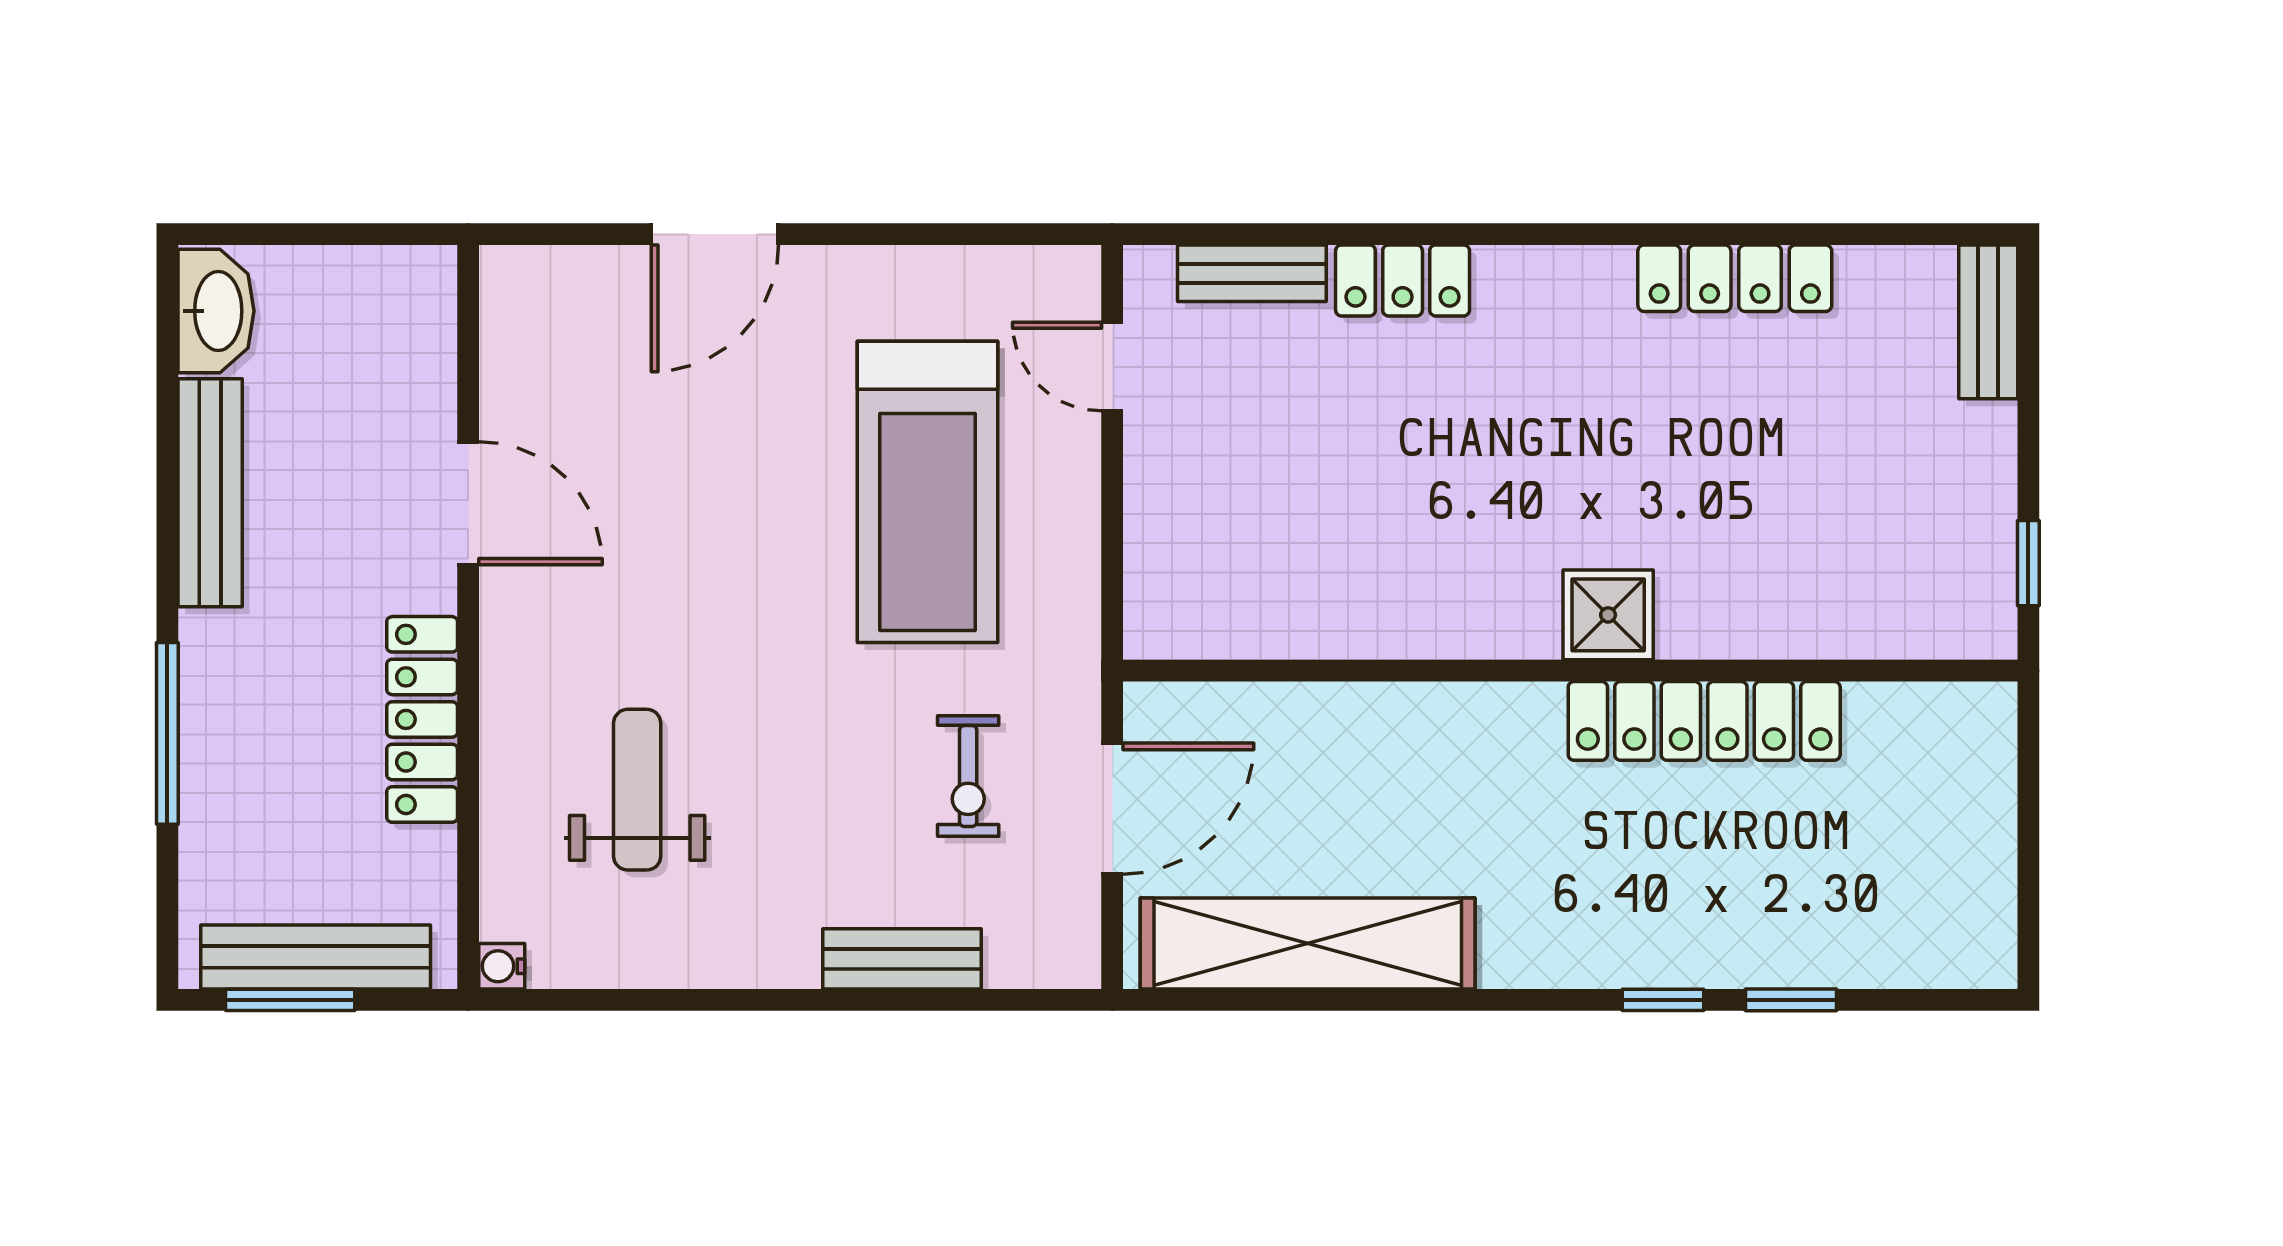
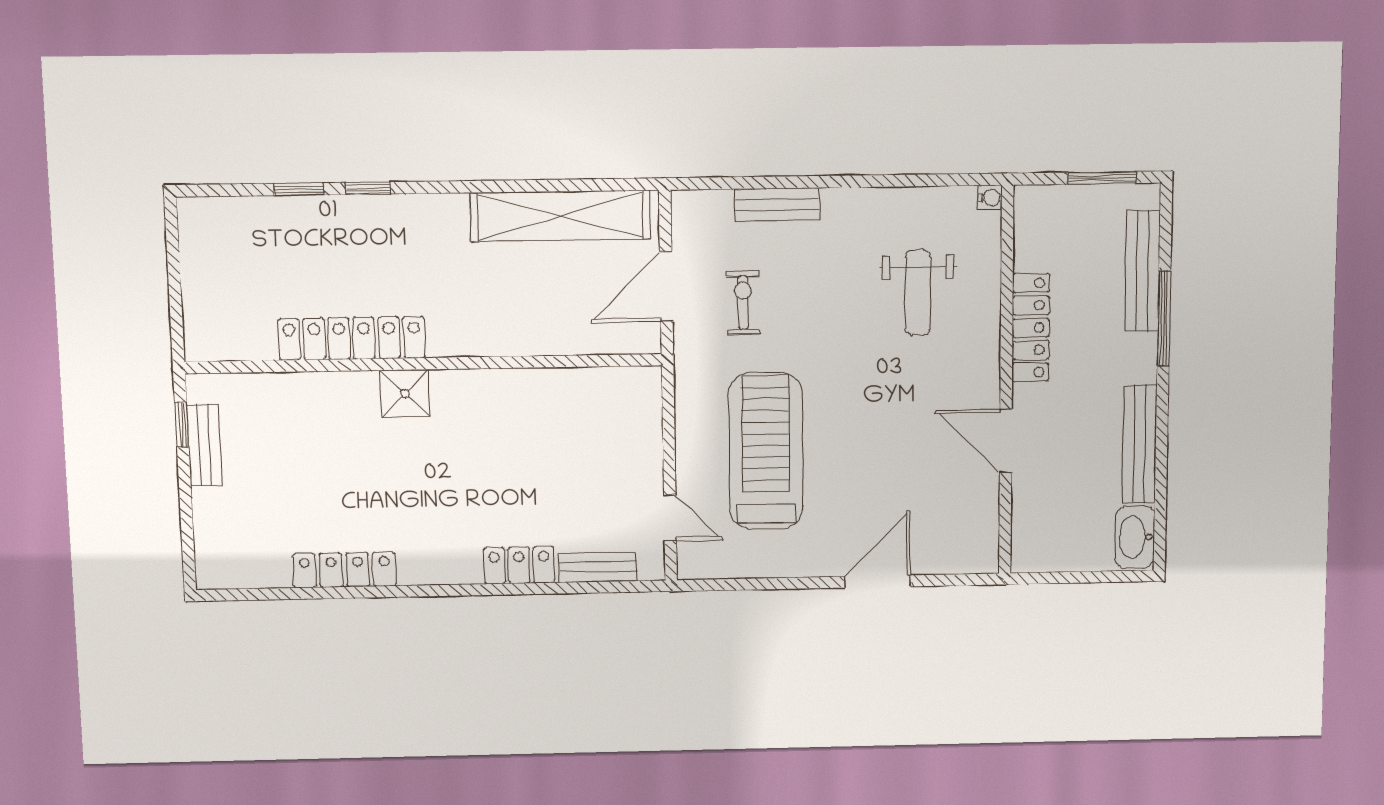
bench: (1988, 322) -> (204, 445), moved
bench: (316, 957) -> (1142, 271), moved, turned 90

